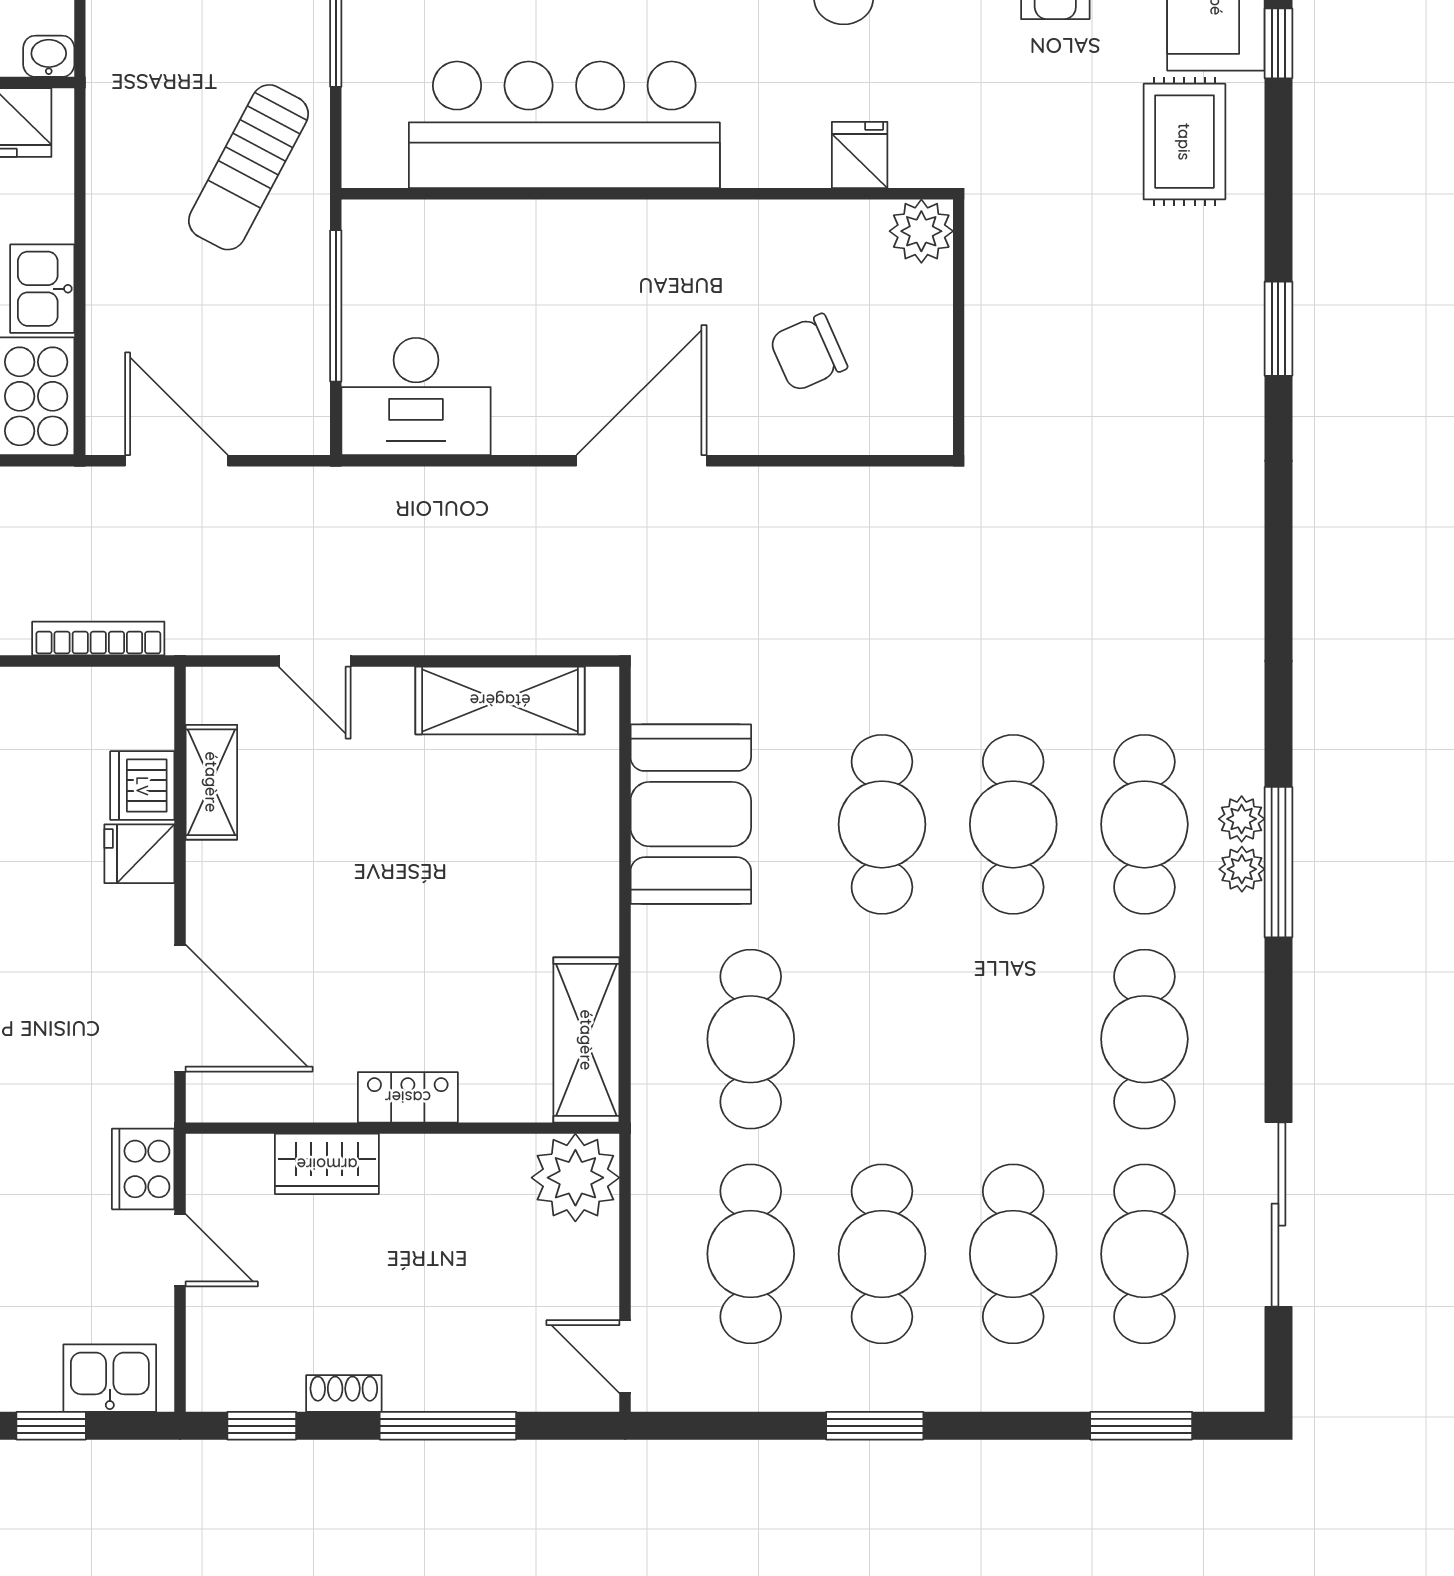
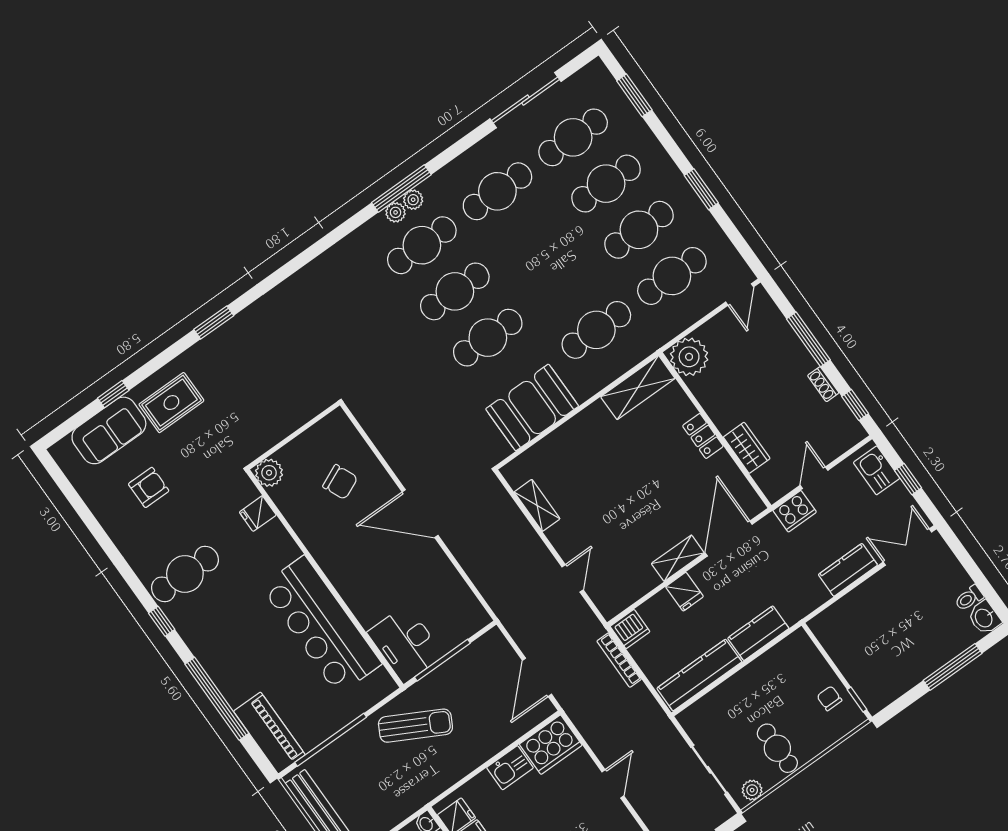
desk: (416, 396) -> (405, 644), moved, turned 180
shelving: (500, 700) -> (537, 505), width x0.67, depth x0.75
shelving: (211, 782) -> (678, 558), moved
dishwasher: (142, 786) -> (630, 629), moved

